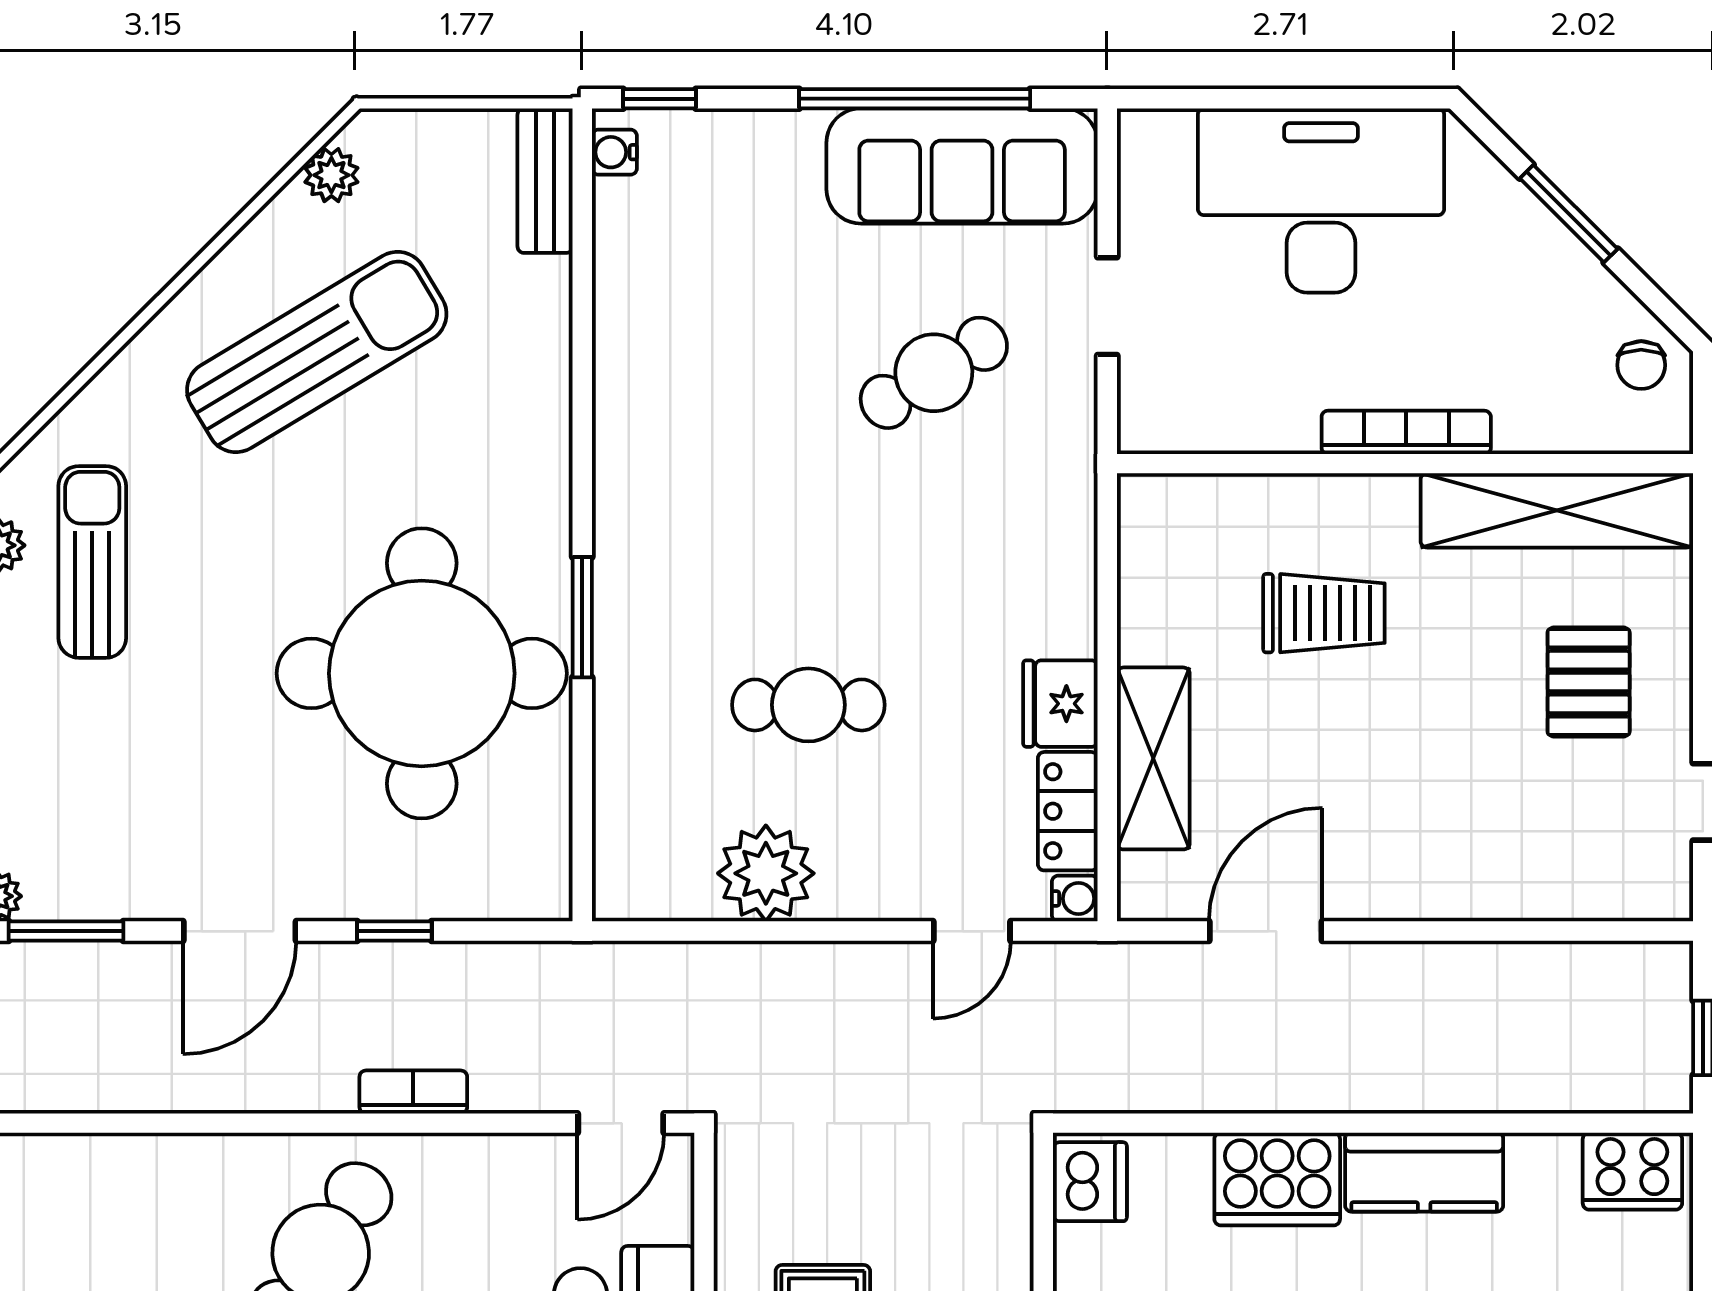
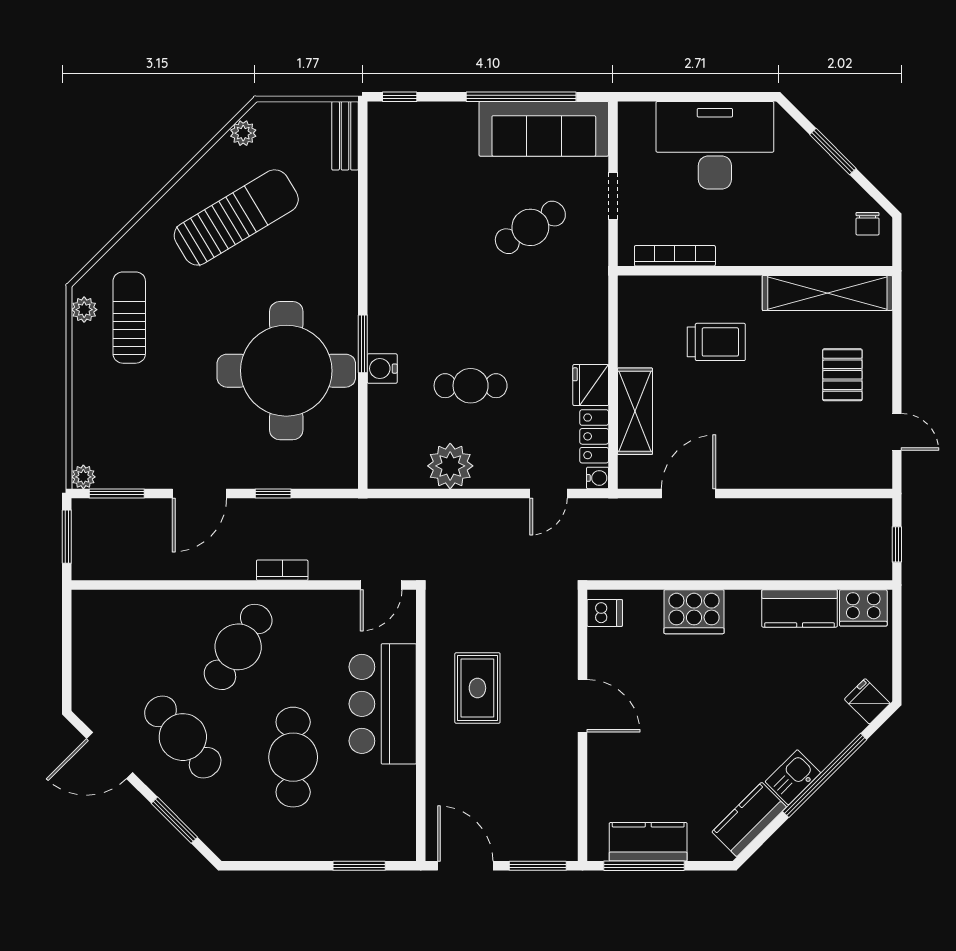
water cooler: (614, 152) -> (382, 369), moved, width x1.38, depth x1.38
bookcase: (1406, 432) -> (675, 256), moved
kitchen counter: (1424, 1172) -> (800, 608), moved
dishwasher: (1090, 1182) -> (605, 613), width x0.73

